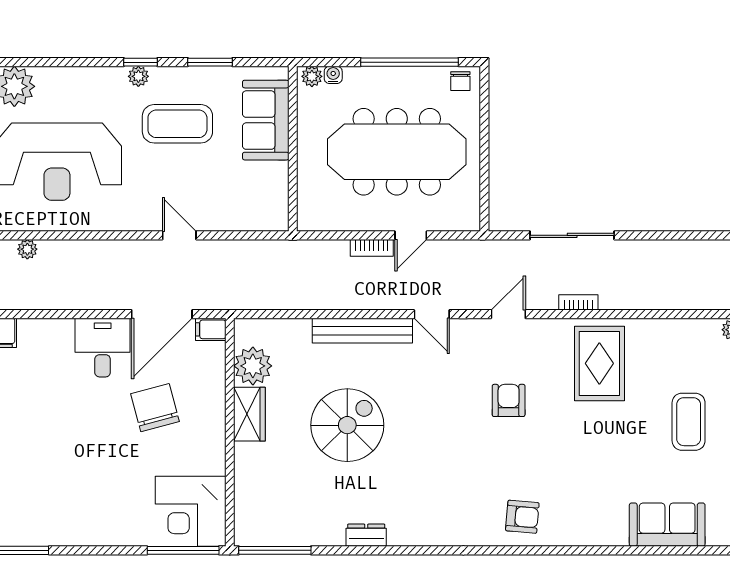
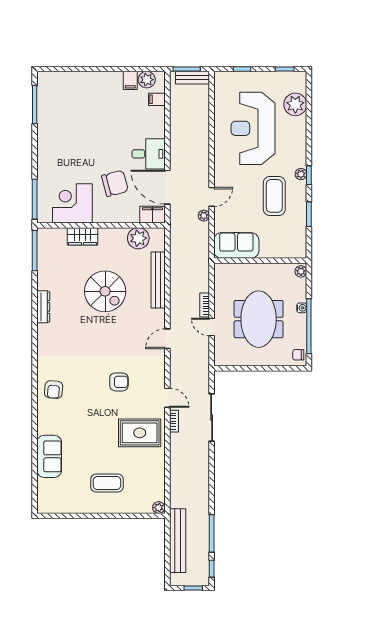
water cooler: (333, 75) -> (302, 308), moved
sofa: (266, 120) -> (236, 245), moved
meeting table: (397, 152) -> (259, 319), width x0.73
plant: (27, 249) -> (204, 216), moved
door: (508, 314) -> (167, 398), moved
filing cabinet: (211, 329) -> (152, 215), width x2.00
bench: (362, 331) -> (158, 280), moved
wardrobe: (249, 414) -> (83, 236), moved
corner desk: (191, 511) -> (72, 203), moved
sofa: (667, 525) -> (49, 456), moved
dresser: (366, 535) -> (43, 307), width x1.44

